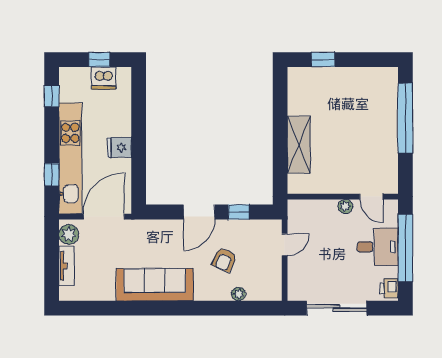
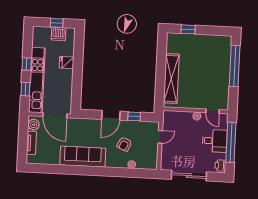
window: (52, 96) -> (27, 64), moved
shelving: (299, 145) -> (171, 79), width x1.47
fridge: (119, 147) -> (67, 63), moved
door: (104, 217) -> (55, 115), swing flipped

